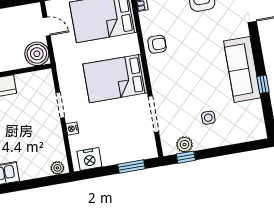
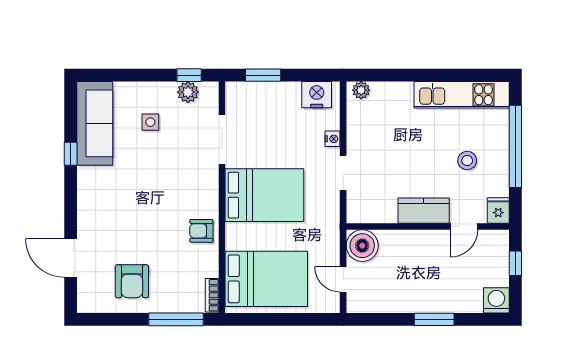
sofa: (242, 69) -> (95, 123), moved

